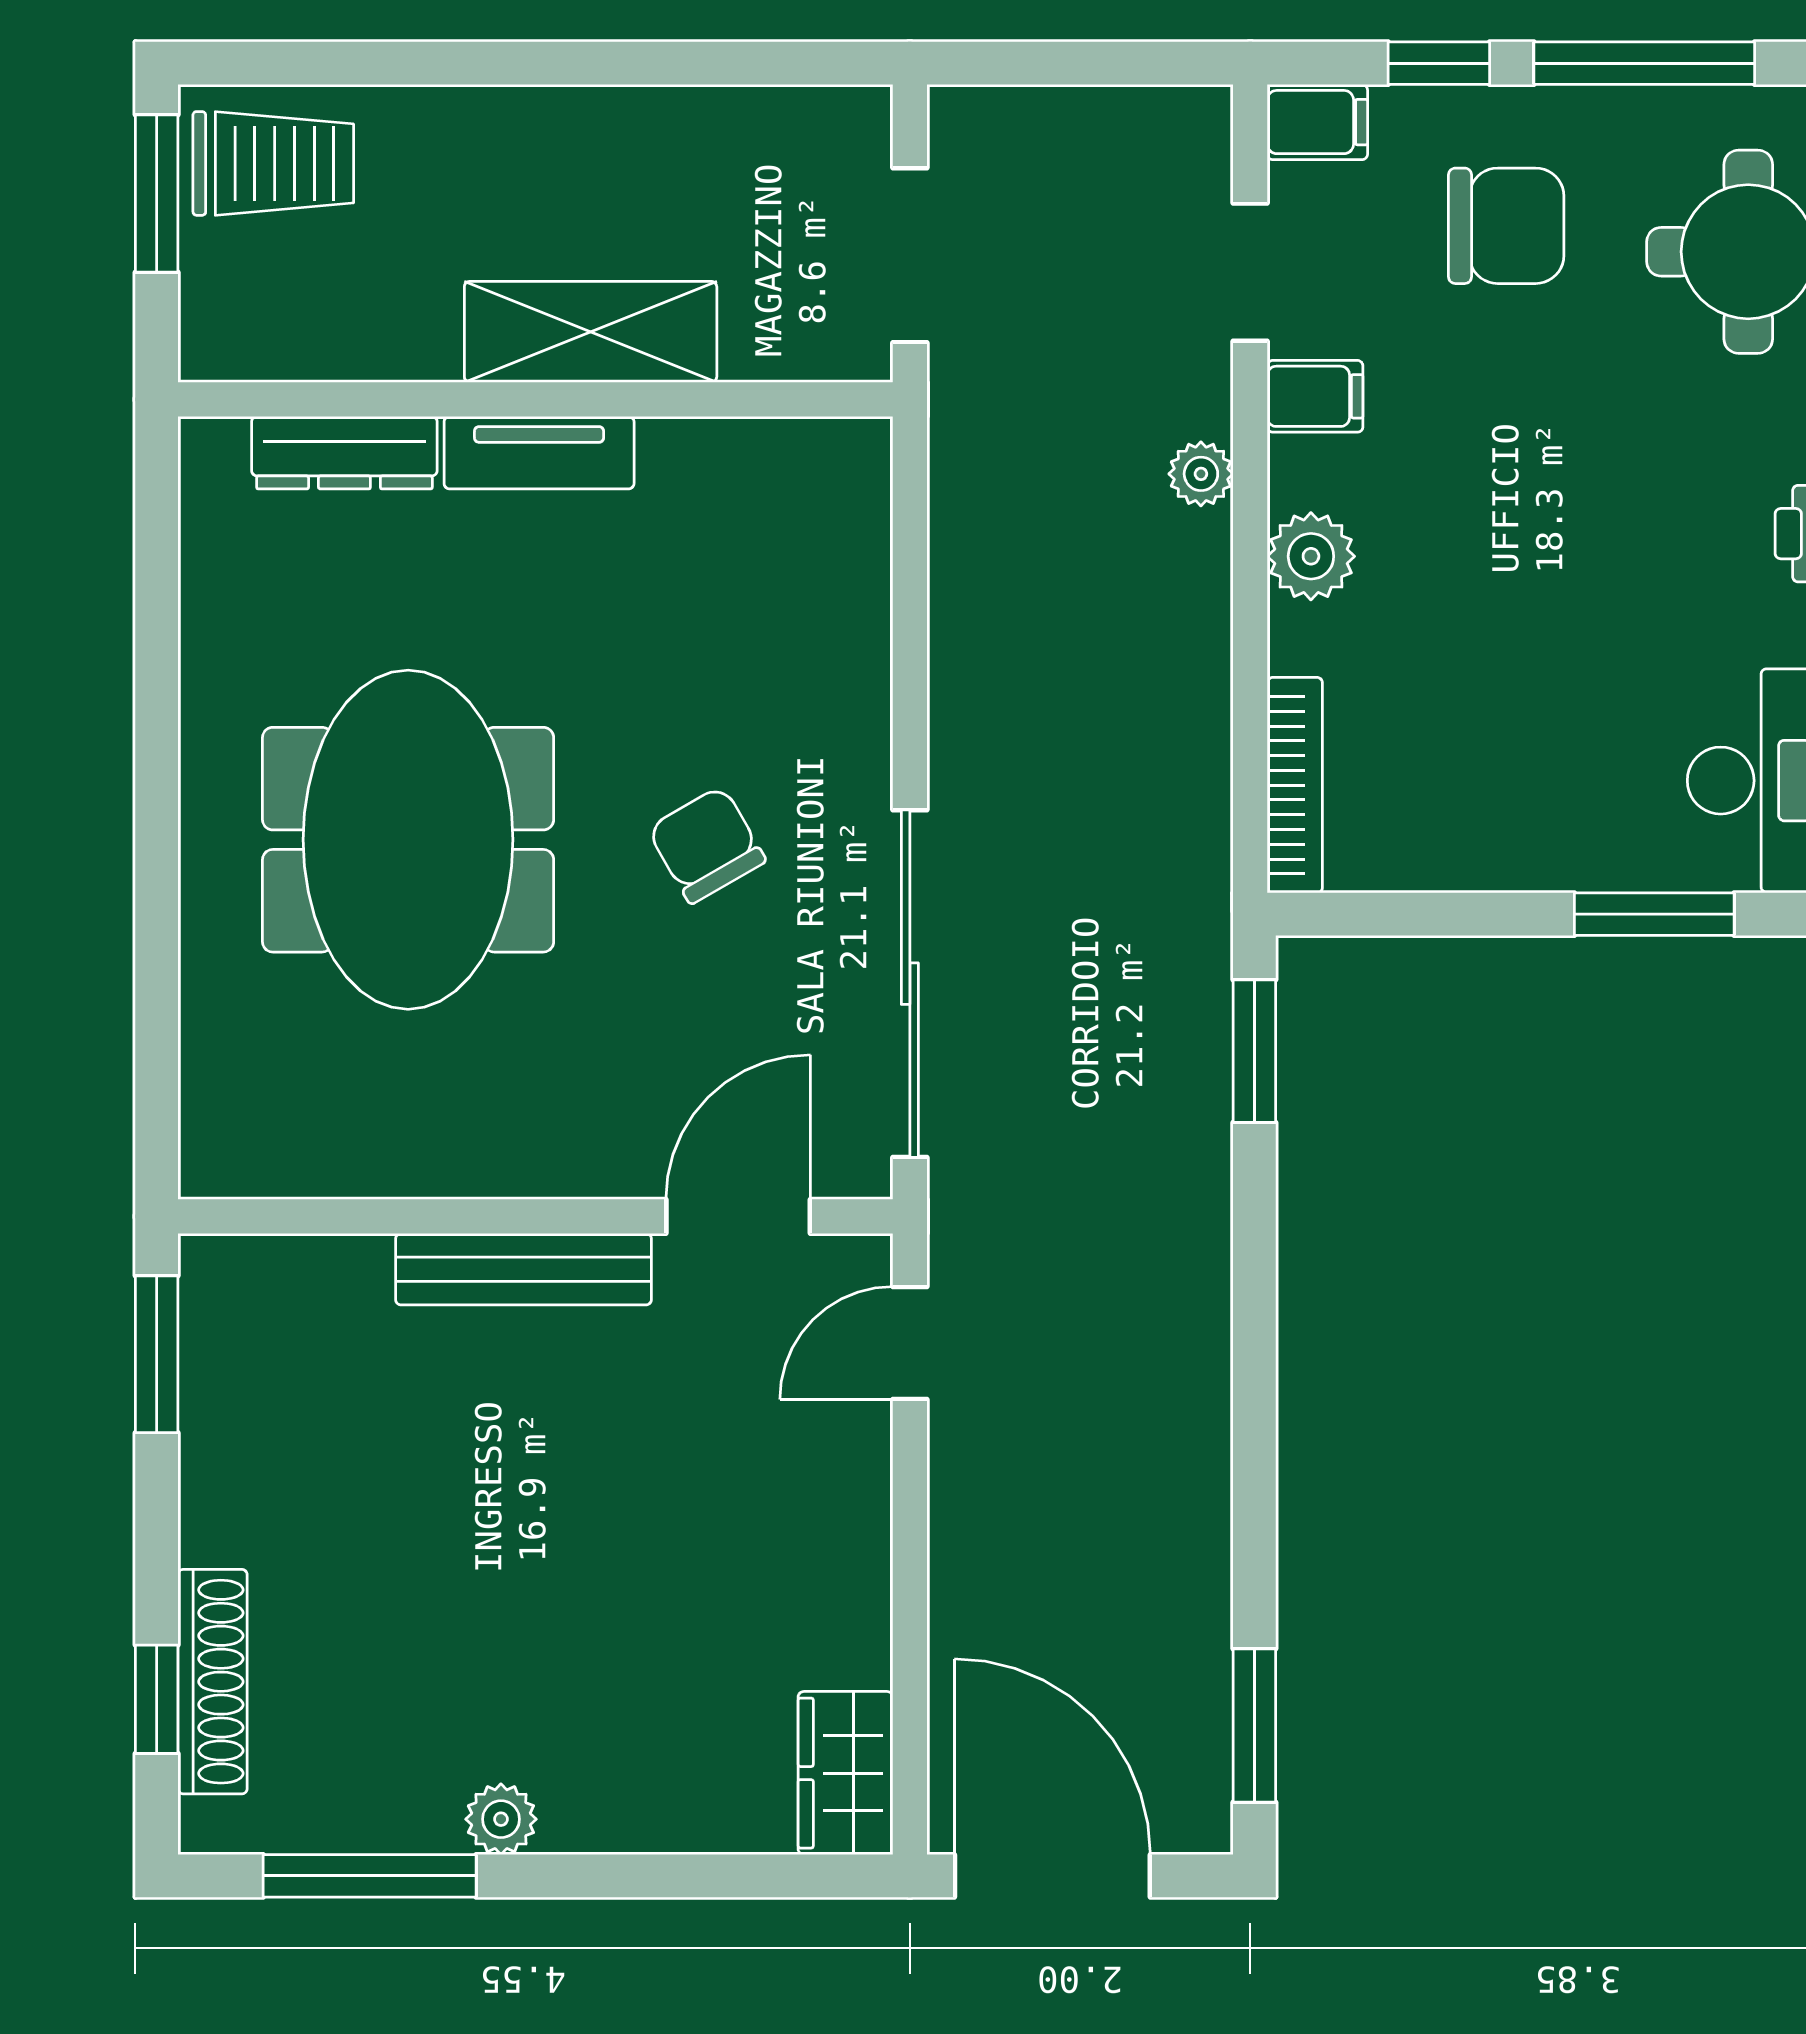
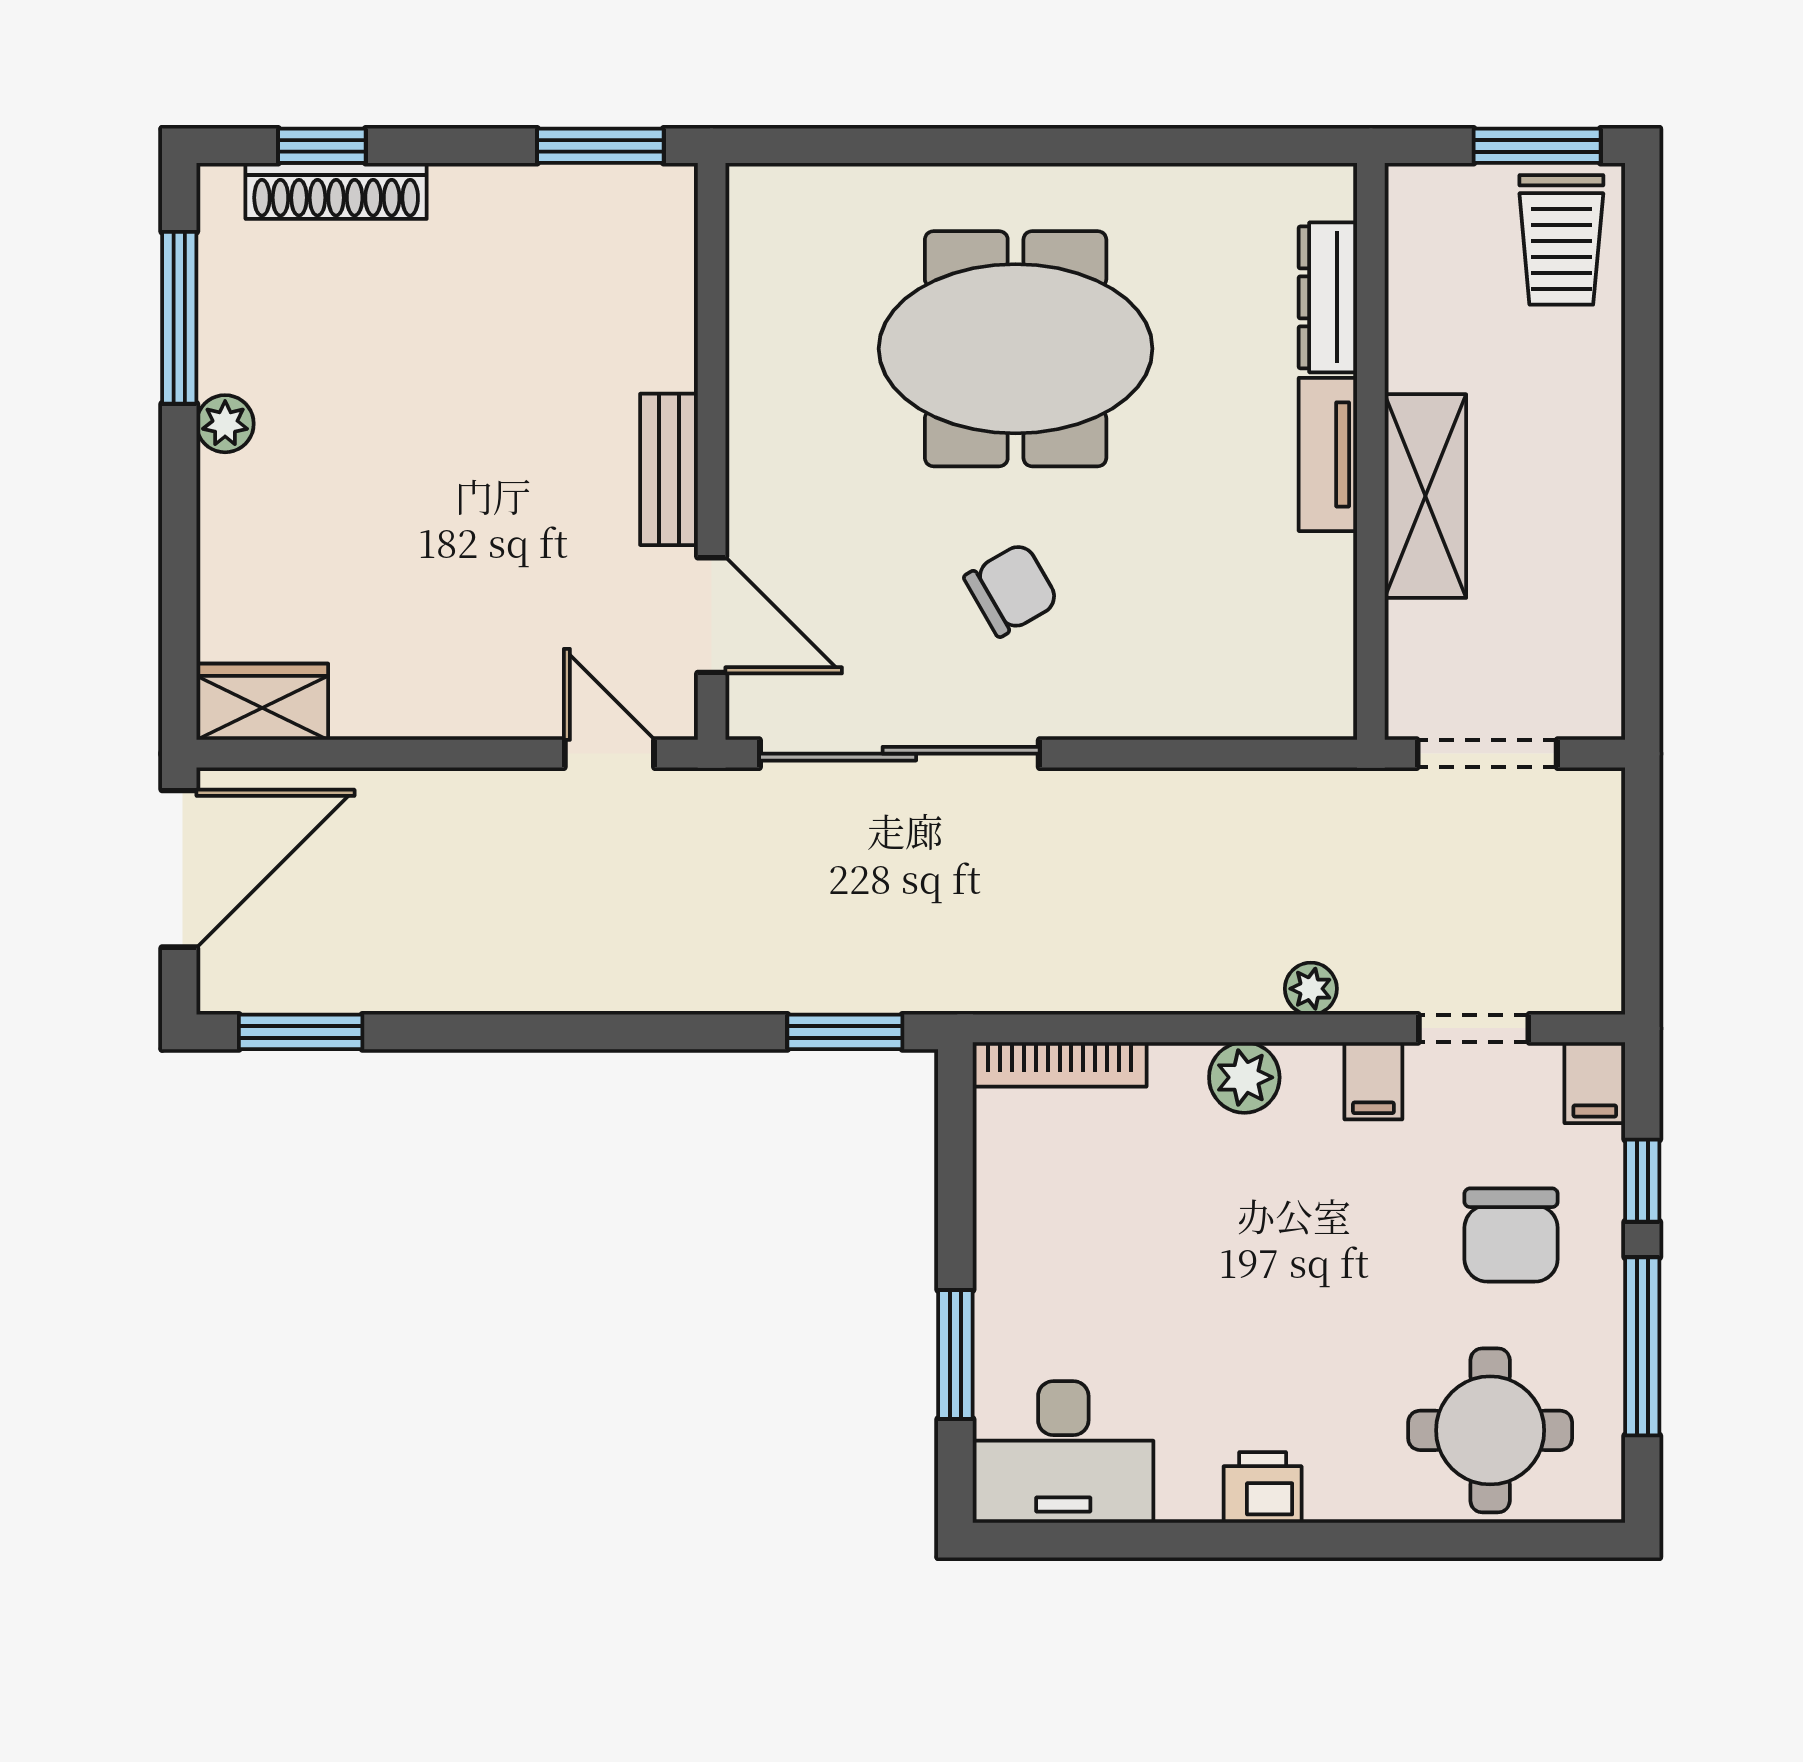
bench: (523, 1269) -> (669, 469), width x0.73

